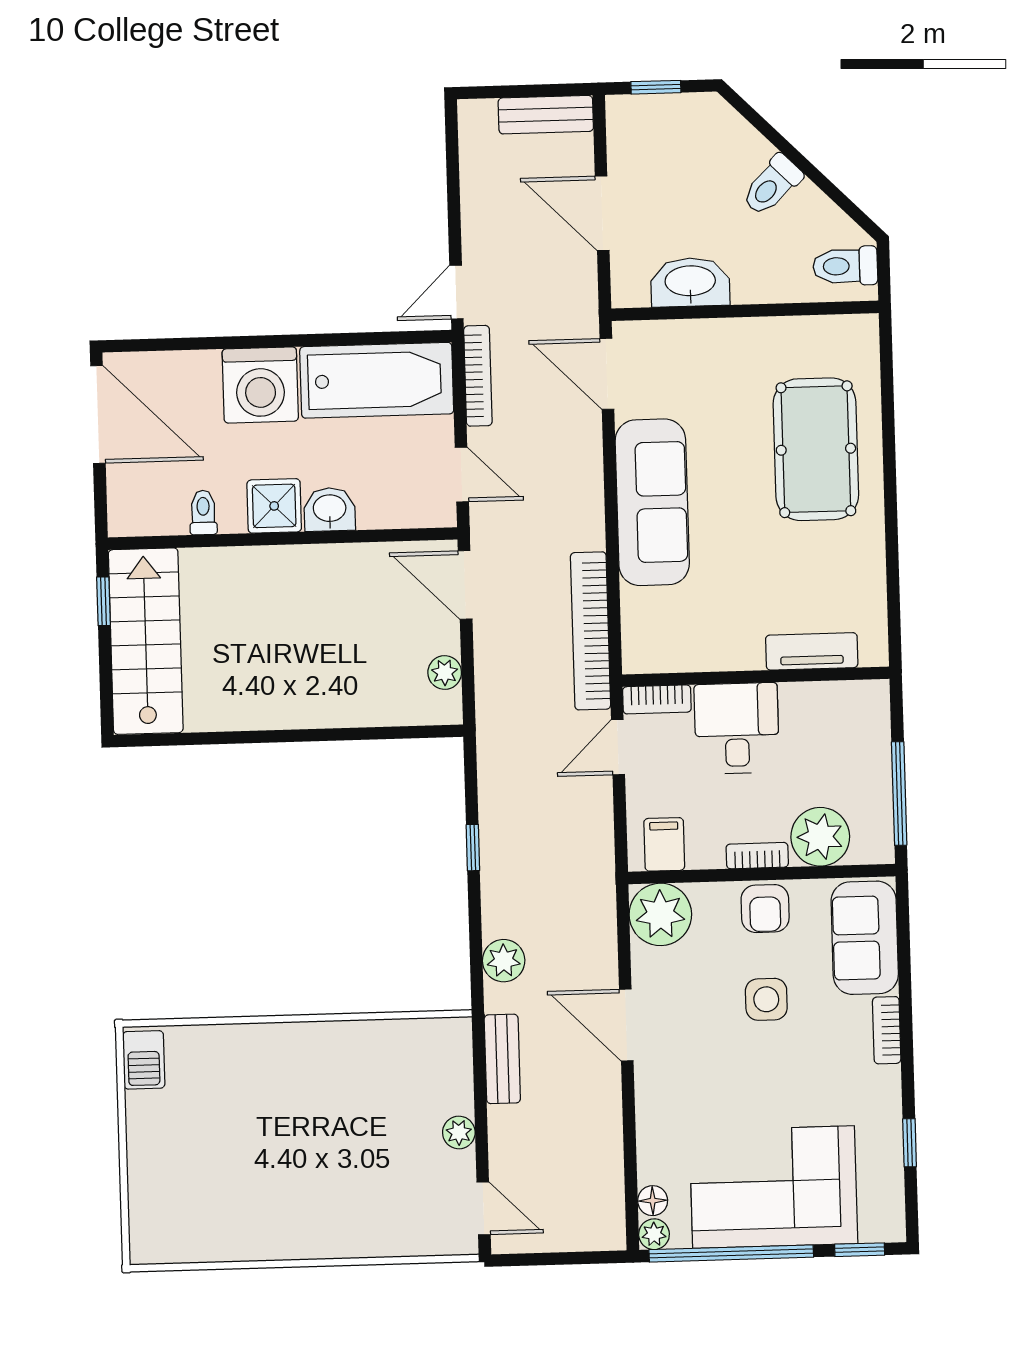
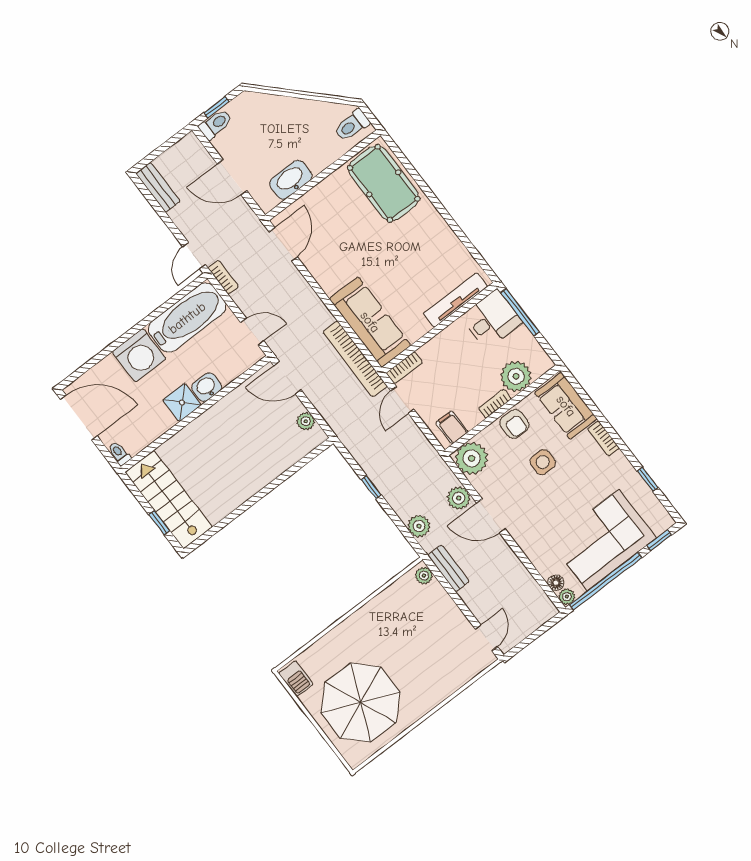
bench: (546, 115) -> (158, 187), moved, turned 90
toilet: (772, 185) -> (216, 124), moved, turned -135
door: (607, 374) -> (283, 244), swing flipped
bookcase: (478, 376) -> (223, 277), width x0.64
pool table: (816, 449) -> (384, 183), moved
sofa: (652, 502) -> (370, 322), moved
toilet: (203, 513) -> (119, 453), moved
window: (103, 601) -> (159, 523), moved
tv unit: (812, 651) -> (456, 300), width x1.41
desk: (737, 728) -> (492, 319), moved, turned 90
window: (899, 794) -> (520, 312), moved
plant: (596, 962) -> (459, 498), added
plant: (459, 1132) -> (424, 576), moved
parasol: (217, 1169) -> (361, 702), added
door: (484, 1208) -> (486, 638), hinge flipped

